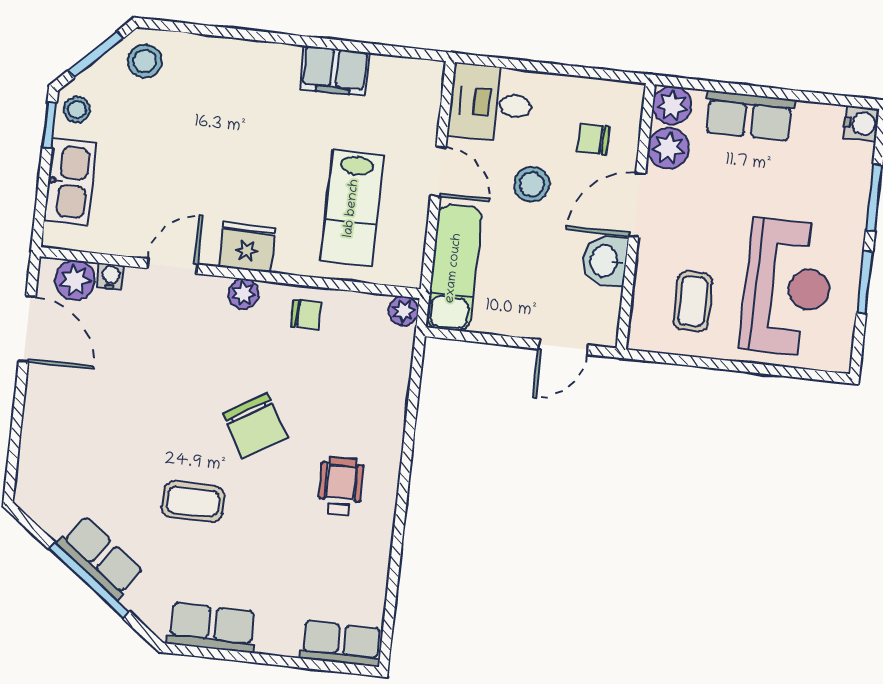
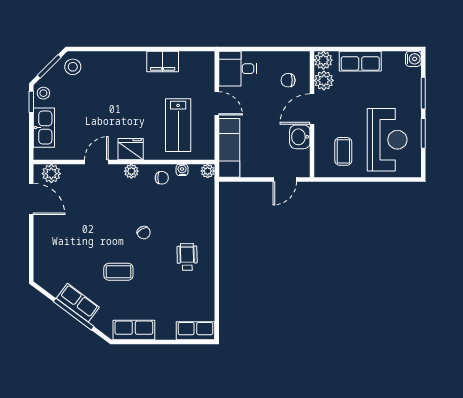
stool: (532, 184) -> (261, 105), removed
water cooler: (111, 276) -> (182, 170), moved
chair: (255, 426) -> (144, 233), width x0.54, depth x0.54

